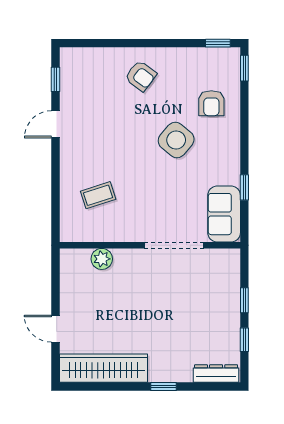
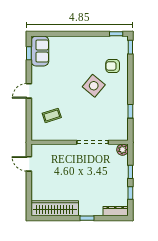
armchair: (141, 76) -> (75, 51), removed
armchair: (211, 103) -> (113, 66), turned 90
door: (56, 124) -> (29, 91), moved
sofa: (224, 214) -> (40, 51), moved, turned 180
plant: (102, 259) -> (123, 150), moved
door: (56, 329) -> (29, 164), moved

